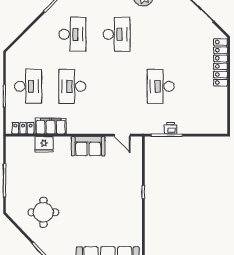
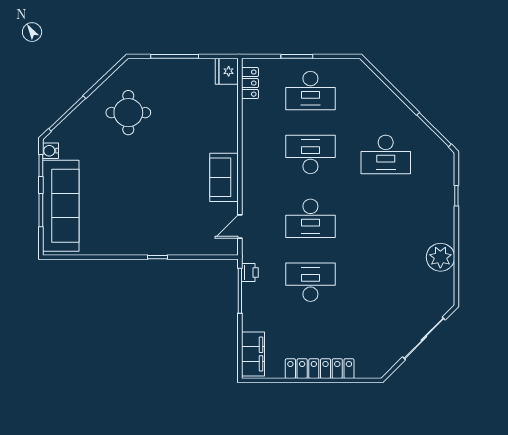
desk: (117, 34) -> (310, 218), moved
locker: (220, 62) -> (320, 369), moved
filing cabinet: (51, 126) -> (253, 354), moved
printer: (171, 128) -> (250, 272), moved
fridge: (44, 144) -> (227, 71), moved

